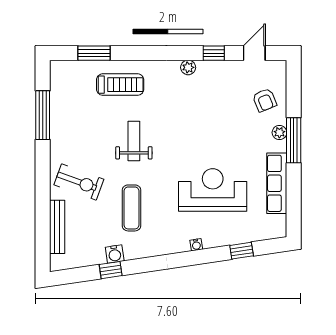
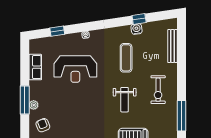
exercise bike: (79, 182) -> (158, 90), moved, turned -110
row of seats: (277, 183) -> (35, 67), width x0.68

